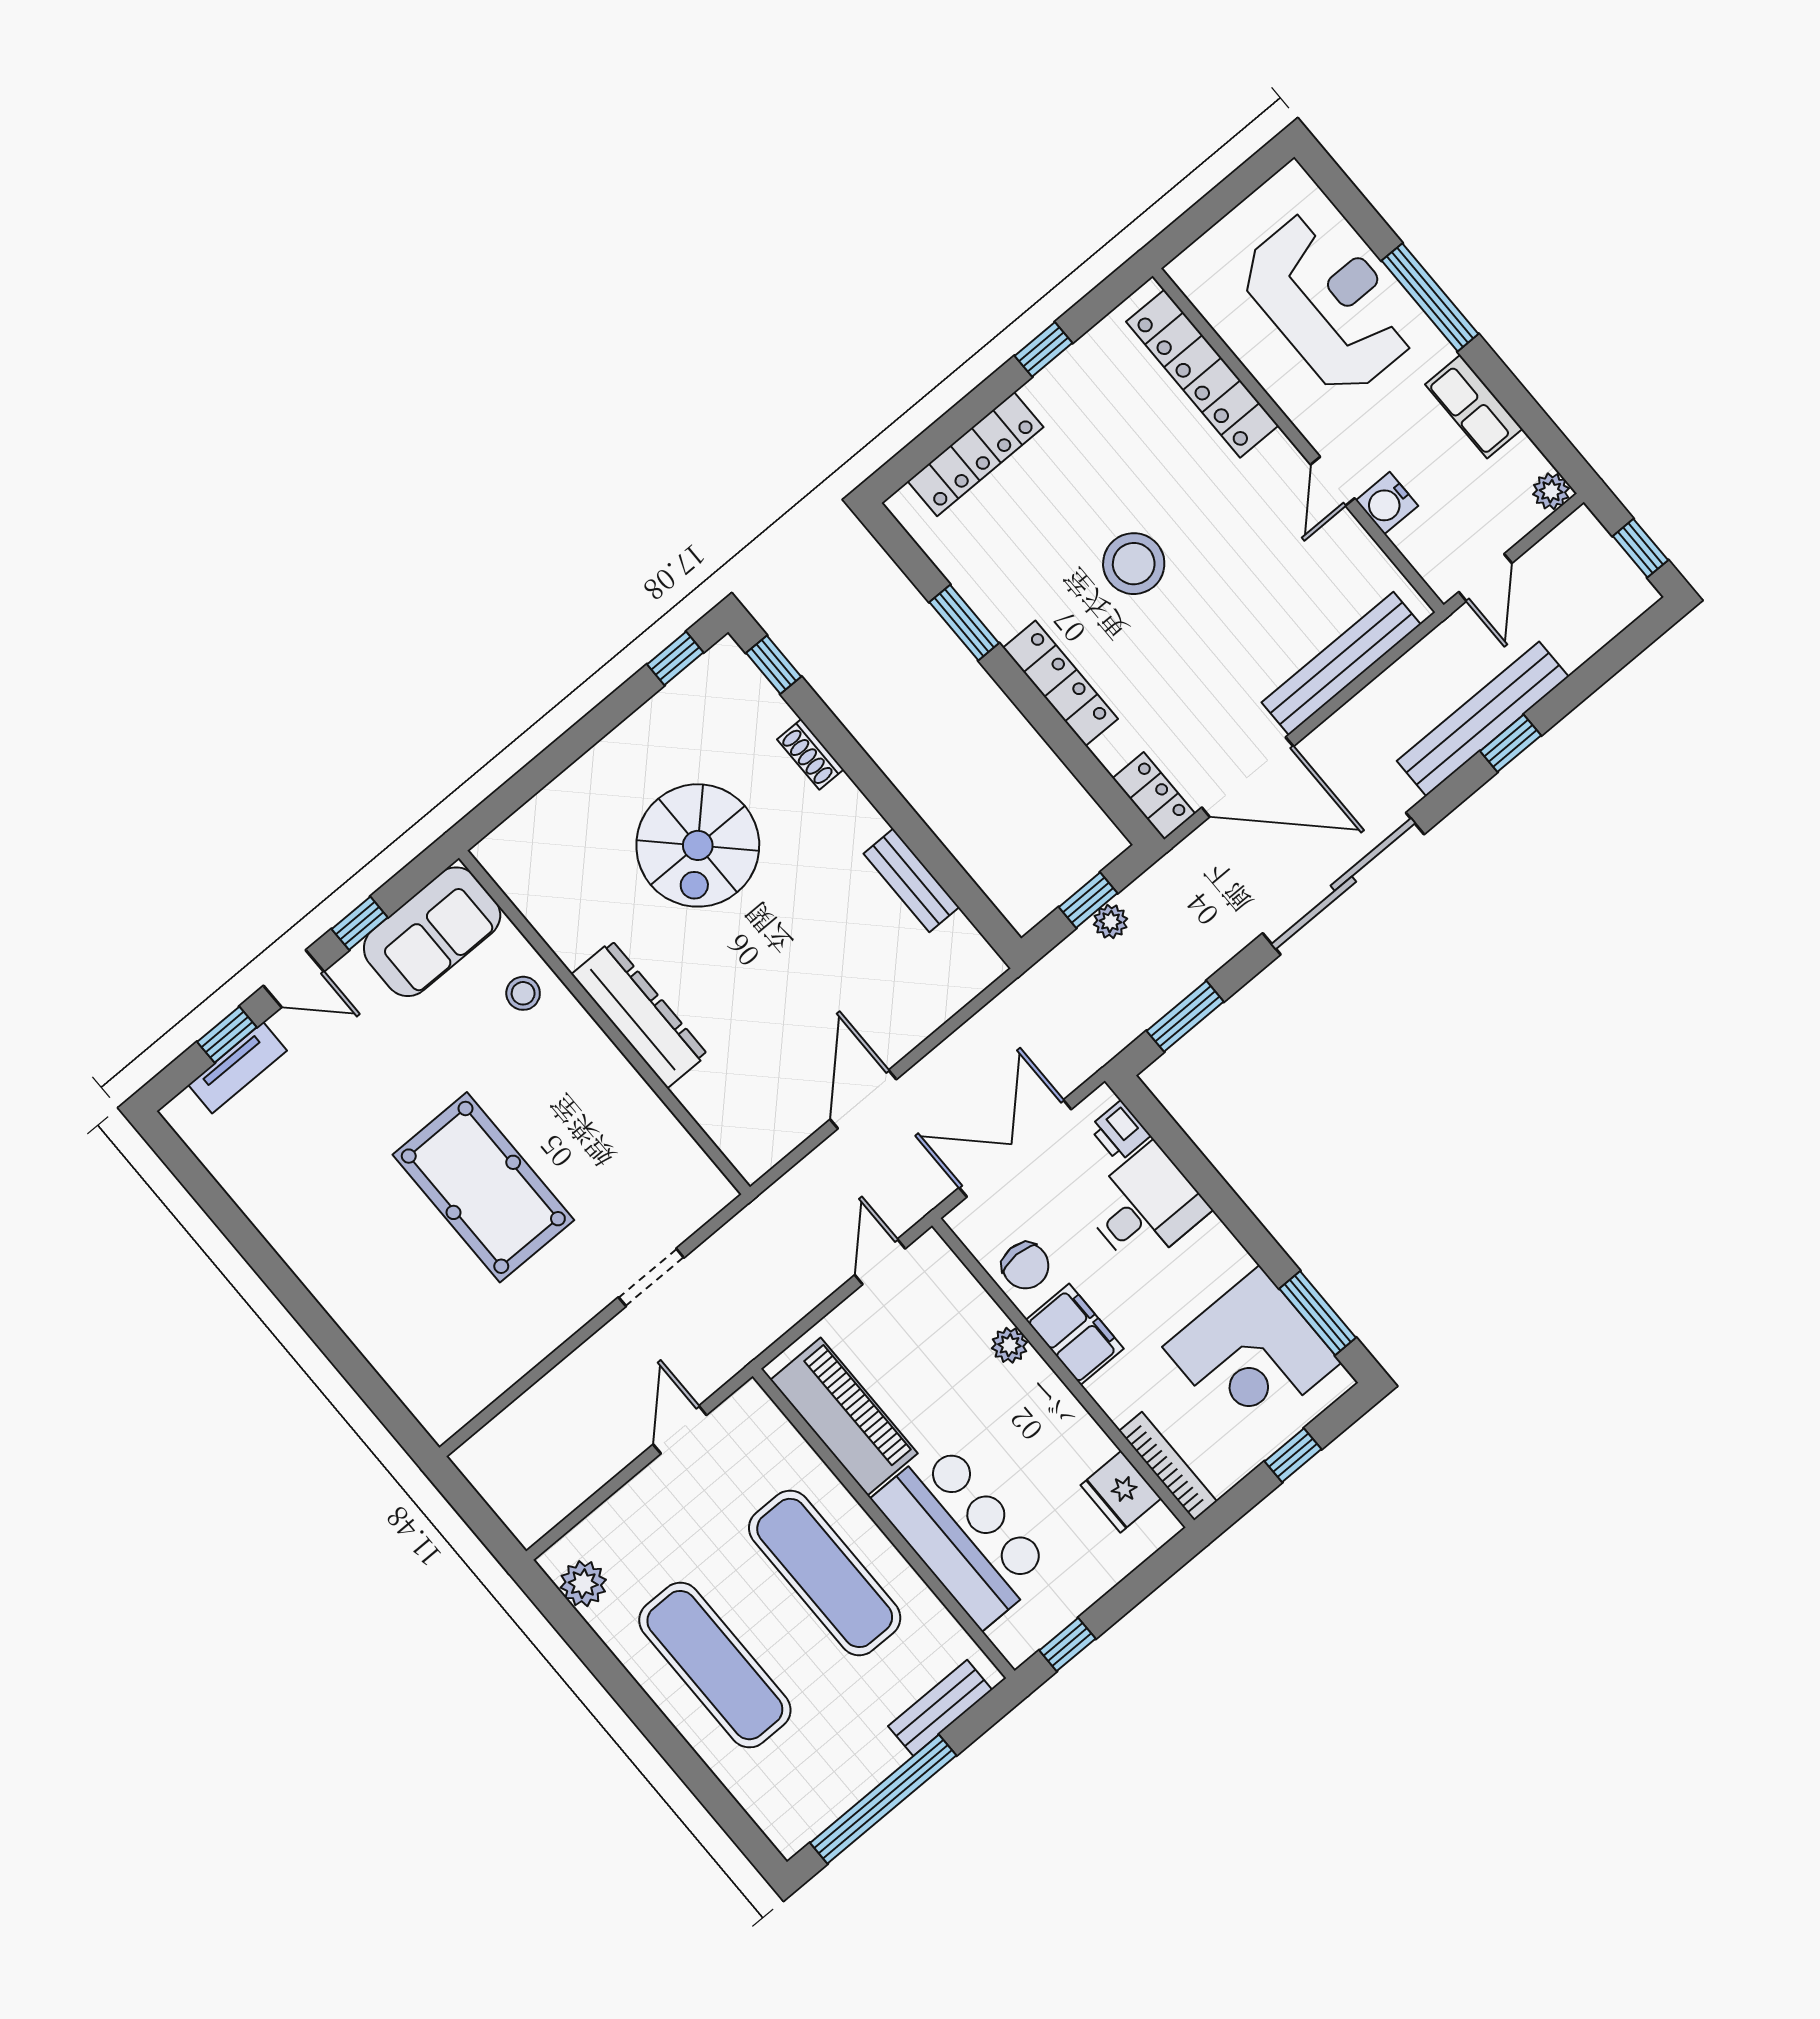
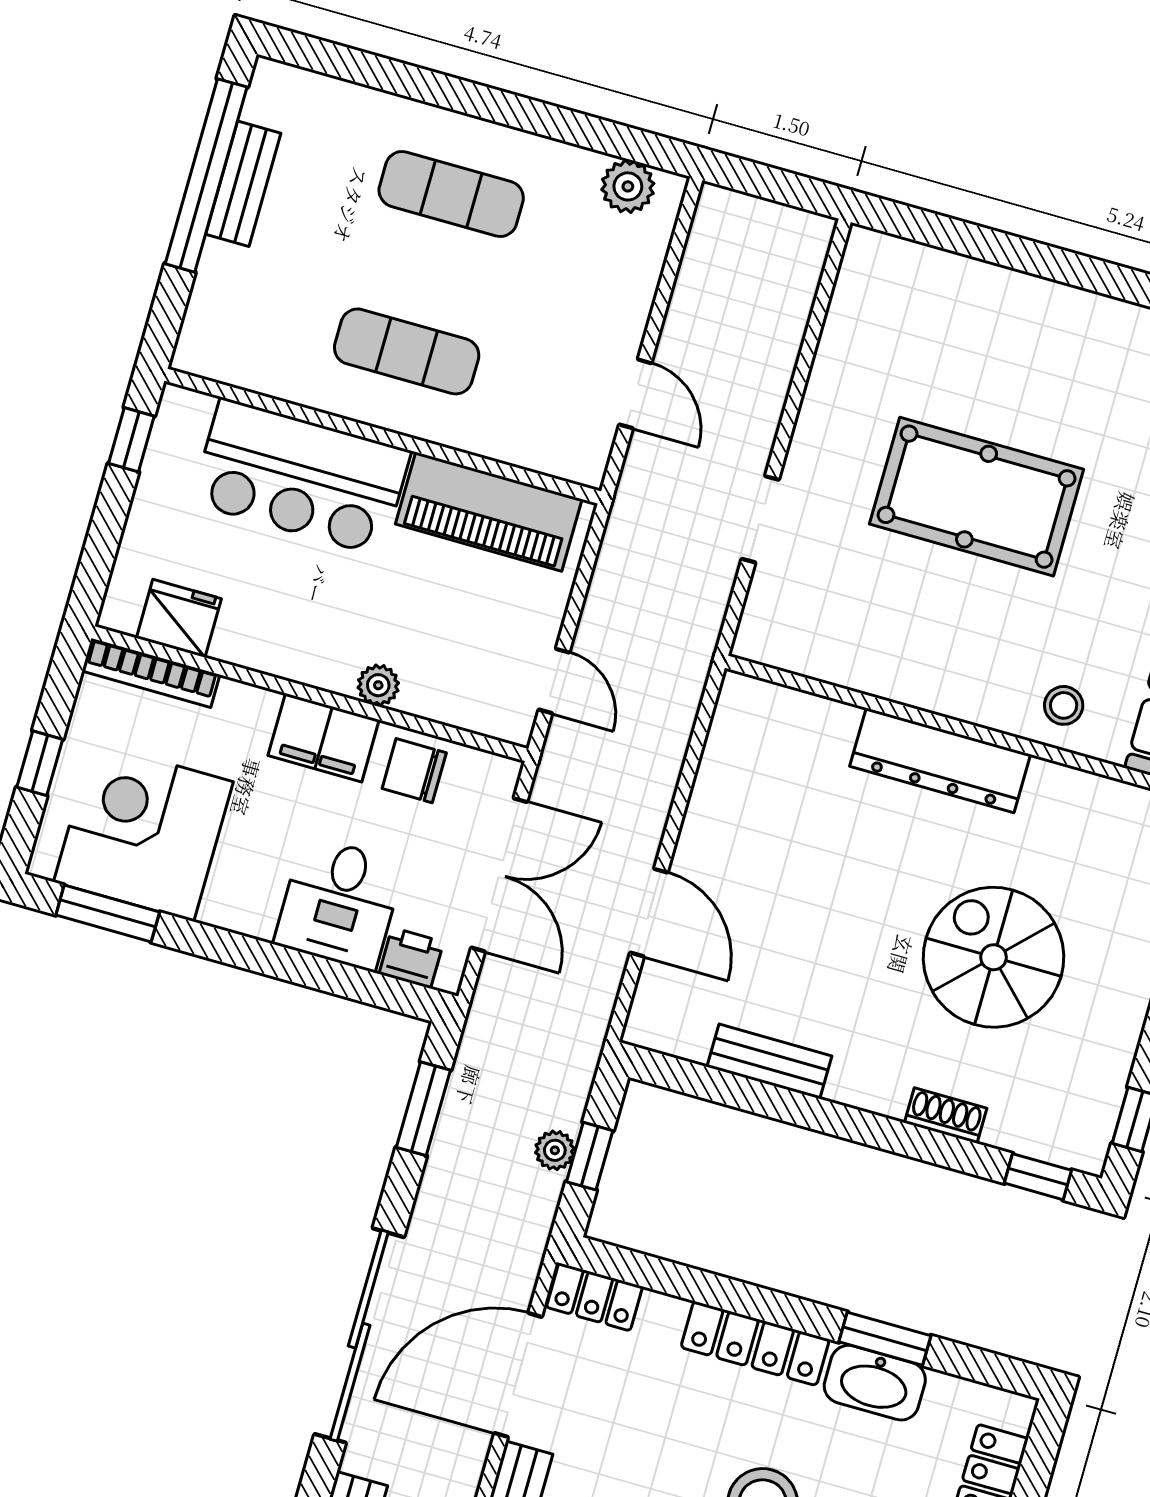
washbasin: (993, 596) -> (875, 1383), added
door: (863, 1099) -> (649, 913), moved
exercise mat: (825, 1573) -> (407, 351), width x0.73, depth x0.69
exercise mat: (715, 1665) -> (451, 194), width x0.73, depth x0.69
bench: (940, 1708) -> (243, 184), moved

